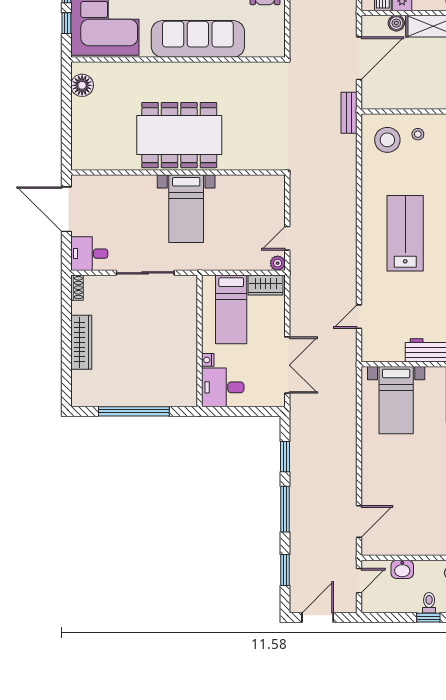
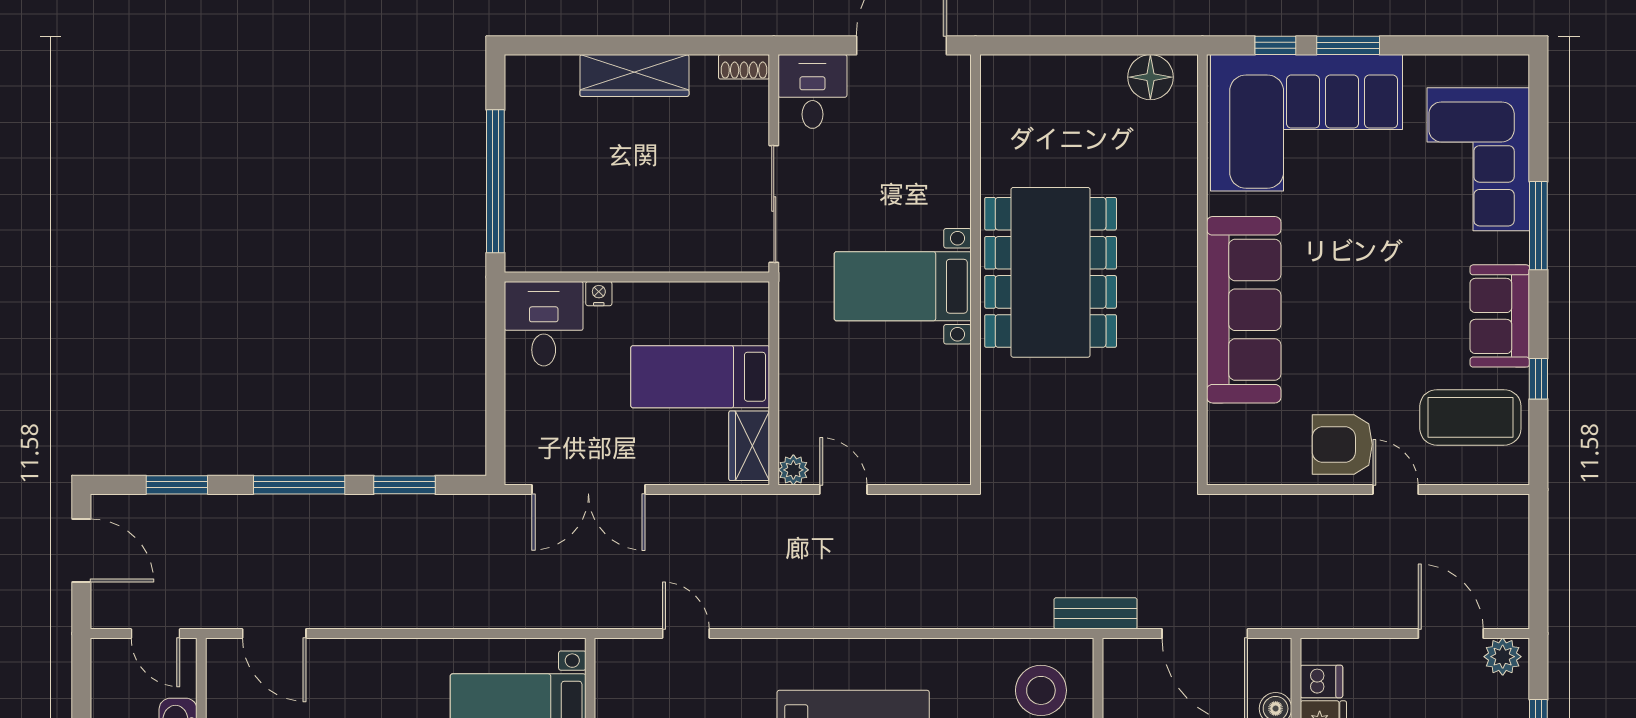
wall: (199, 341) -> (637, 277), moved
nightstand: (208, 360) -> (599, 294), moved
desk: (223, 387) -> (544, 324), moved

